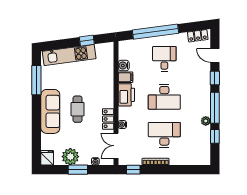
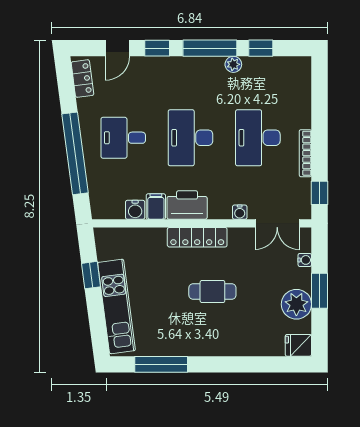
desk: (164, 97) -> (191, 138), turned 180
sofa: (50, 111) -> (217, 340), removed
locker: (108, 119) -> (197, 237), moved, width x1.53

